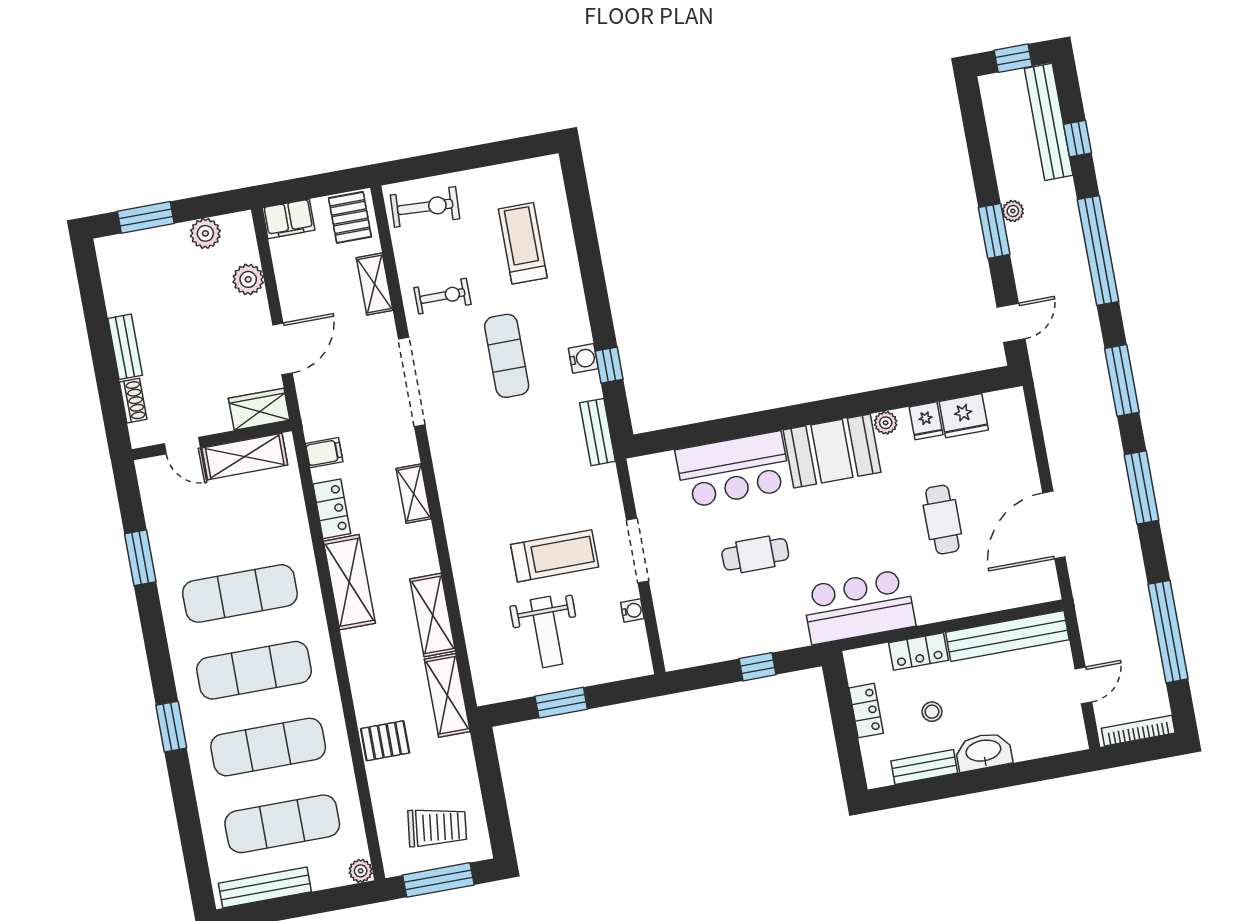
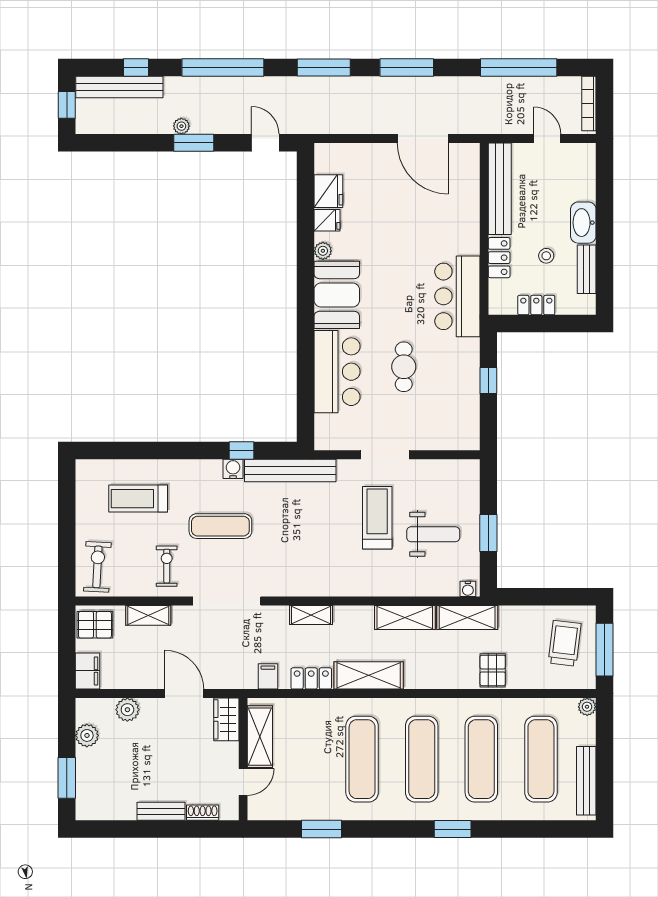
bench: (597, 432) -> (290, 470), width x1.86, depth x1.21
cafe table: (942, 520) -> (403, 222), removed
water cooler: (632, 611) -> (468, 589), moved, turned 180

